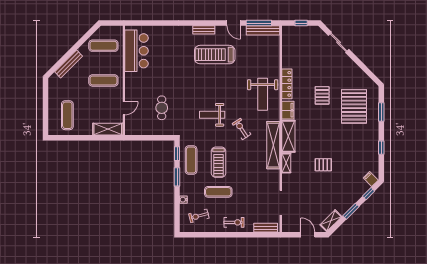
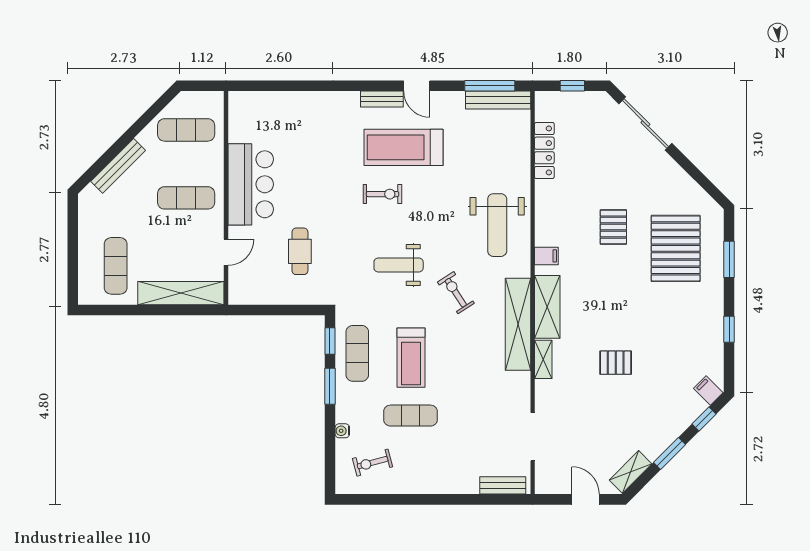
door: (234, 23) -> (417, 86), moved
sliding door: (339, 42) -> (645, 124), width x1.37
bar counter: (136, 51) -> (251, 184), moved
locker: (287, 84) -> (544, 150), moved
filing cabinet: (288, 110) -> (546, 256), width x0.50
shelving: (108, 129) -> (181, 293), width x1.47
exercise bike: (234, 222) -> (383, 194), moved

